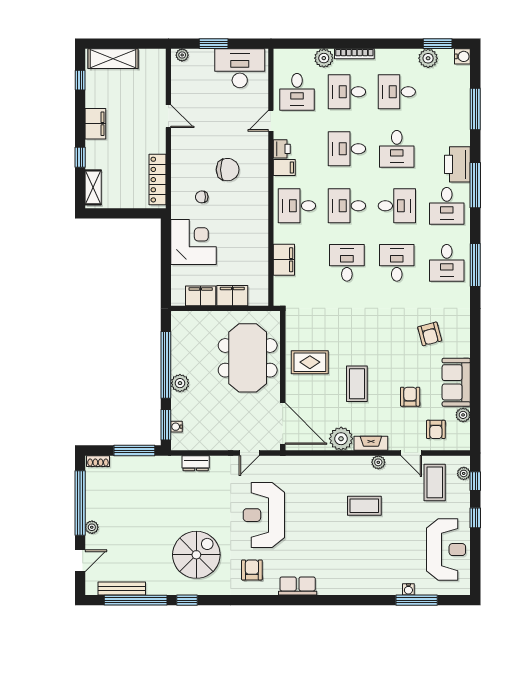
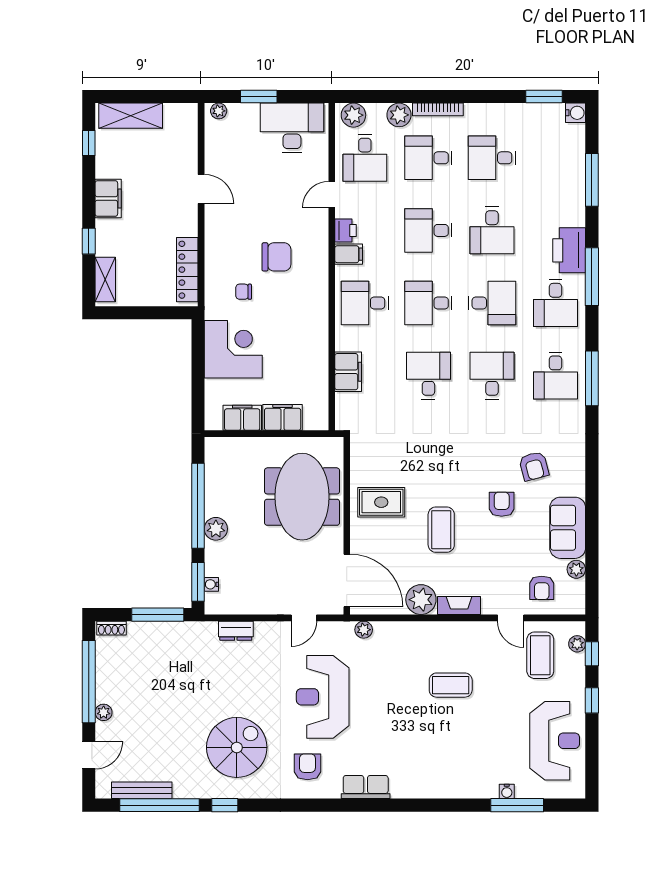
plant: (428, 58) -> (353, 115), moved
armchair: (410, 397) -> (502, 504), moved
plant: (378, 462) -> (364, 630), moved

